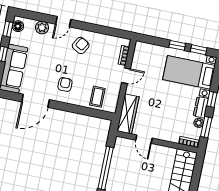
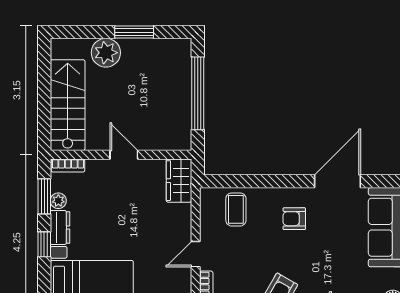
armchair: (65, 84) -> (294, 219), turned 90
wardrobe: (128, 114) -> (179, 181), width x0.67
door: (144, 139) -> (124, 155), moved

